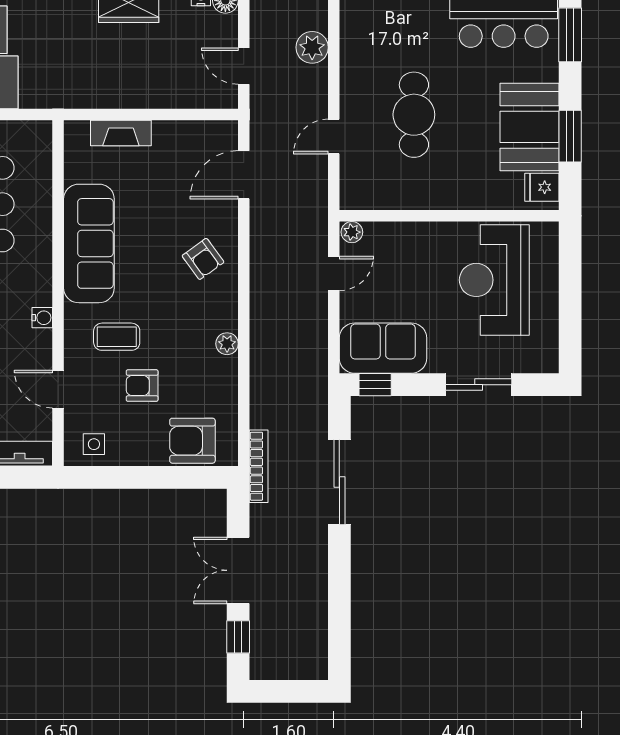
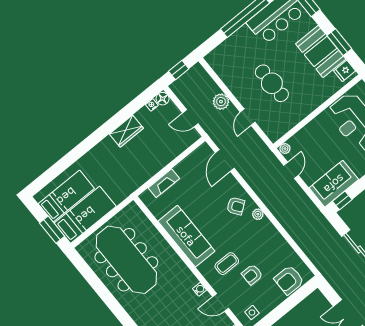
plant: (312, 47) -> (221, 102), moved
water cooler: (42, 318) -> (200, 289), moved
plant: (227, 344) -> (258, 214), moved
bookcase: (259, 466) -> (323, 269), removed

